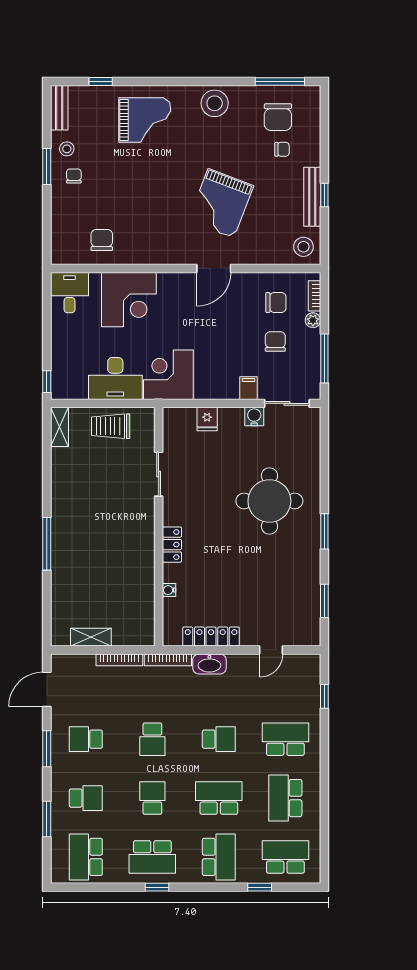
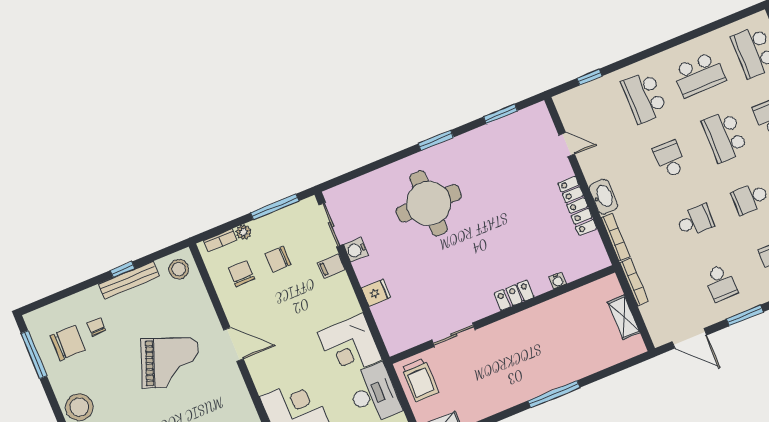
sliding door: (159, 474) -> (453, 335), moved
wall: (159, 527) -> (502, 315), moved
locker: (172, 545) -> (514, 295), moved
water cooler: (169, 590) -> (557, 281), moved

